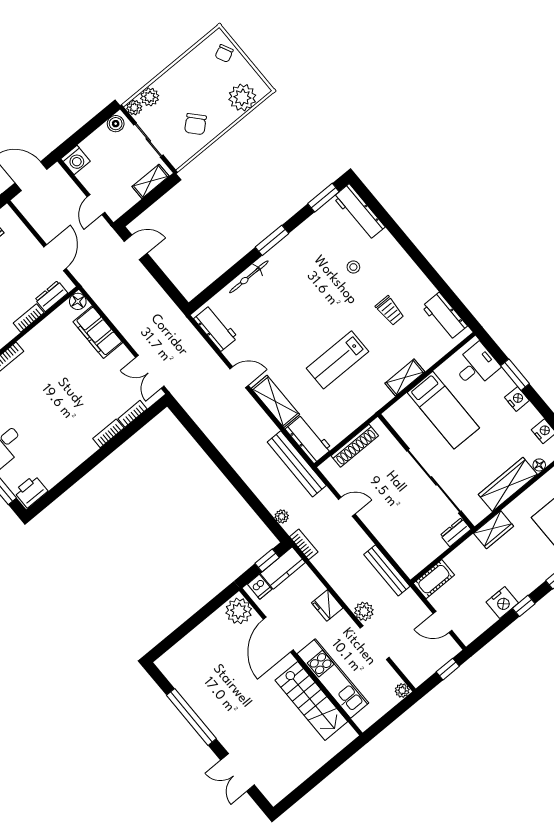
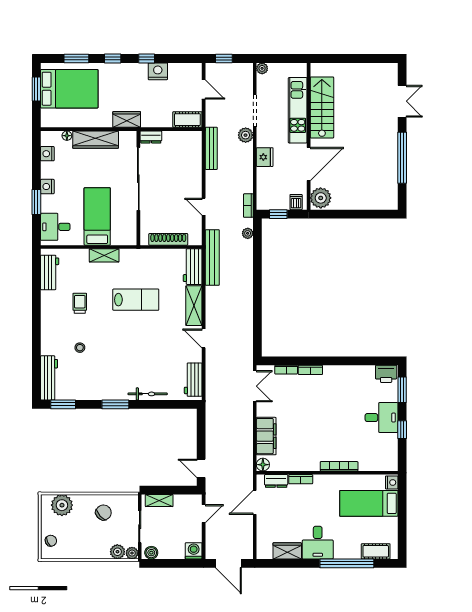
kitchen counter: (283, 568) -> (273, 202), removed

